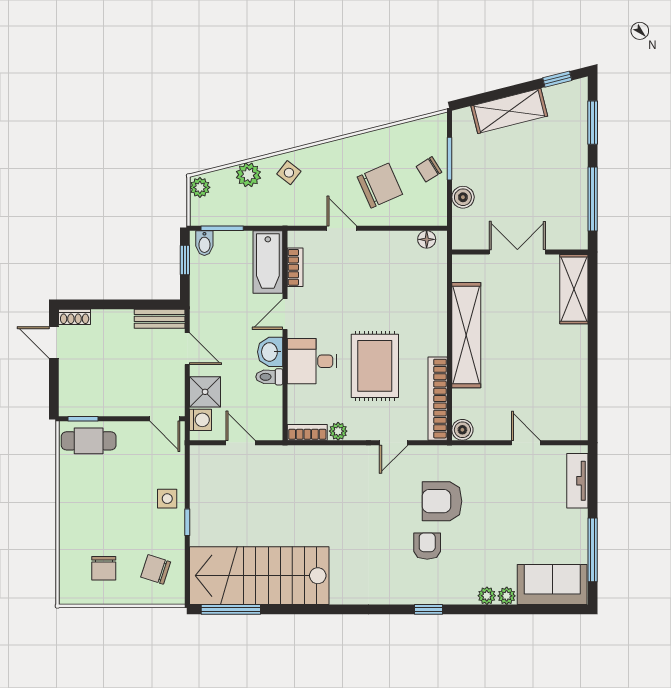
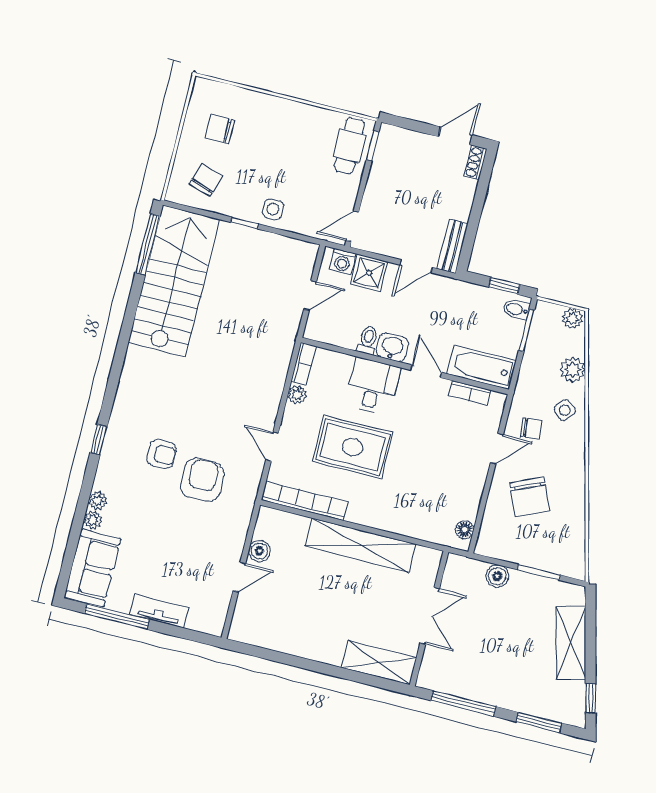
chair: (429, 169) -> (531, 429), moved, turned 116
boiler: (462, 430) -> (259, 551), moved
tv unit: (577, 481) -> (159, 611), moved

